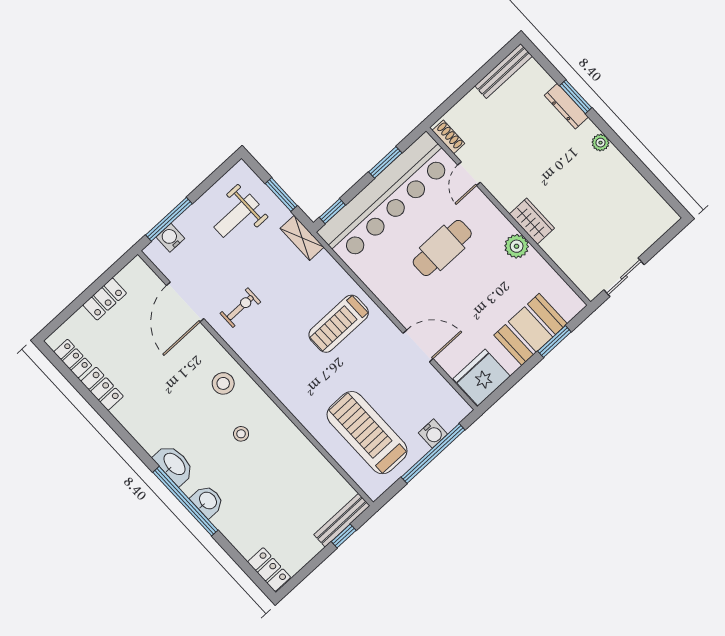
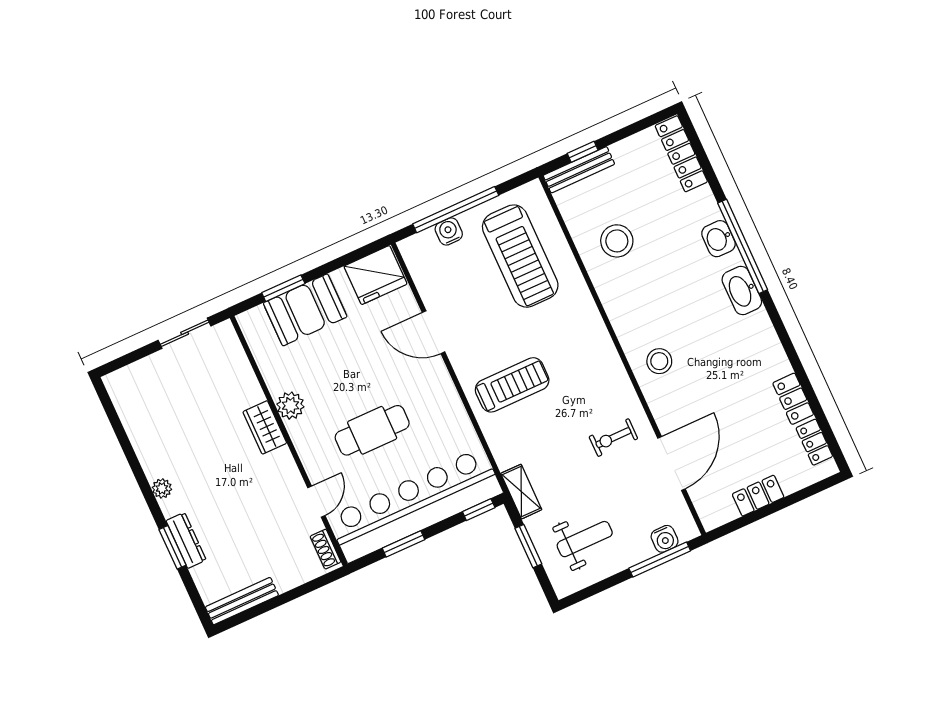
stool: (241, 434) -> (617, 241), moved, width x1.89, depth x1.89
locker: (269, 570) -> (681, 154), width x1.53

